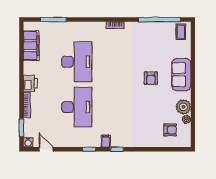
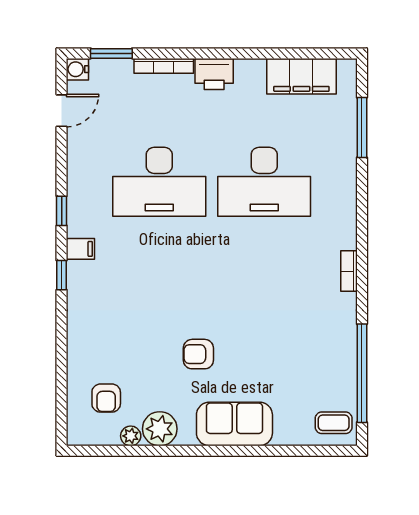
armchair: (151, 78) -> (198, 354), moved

